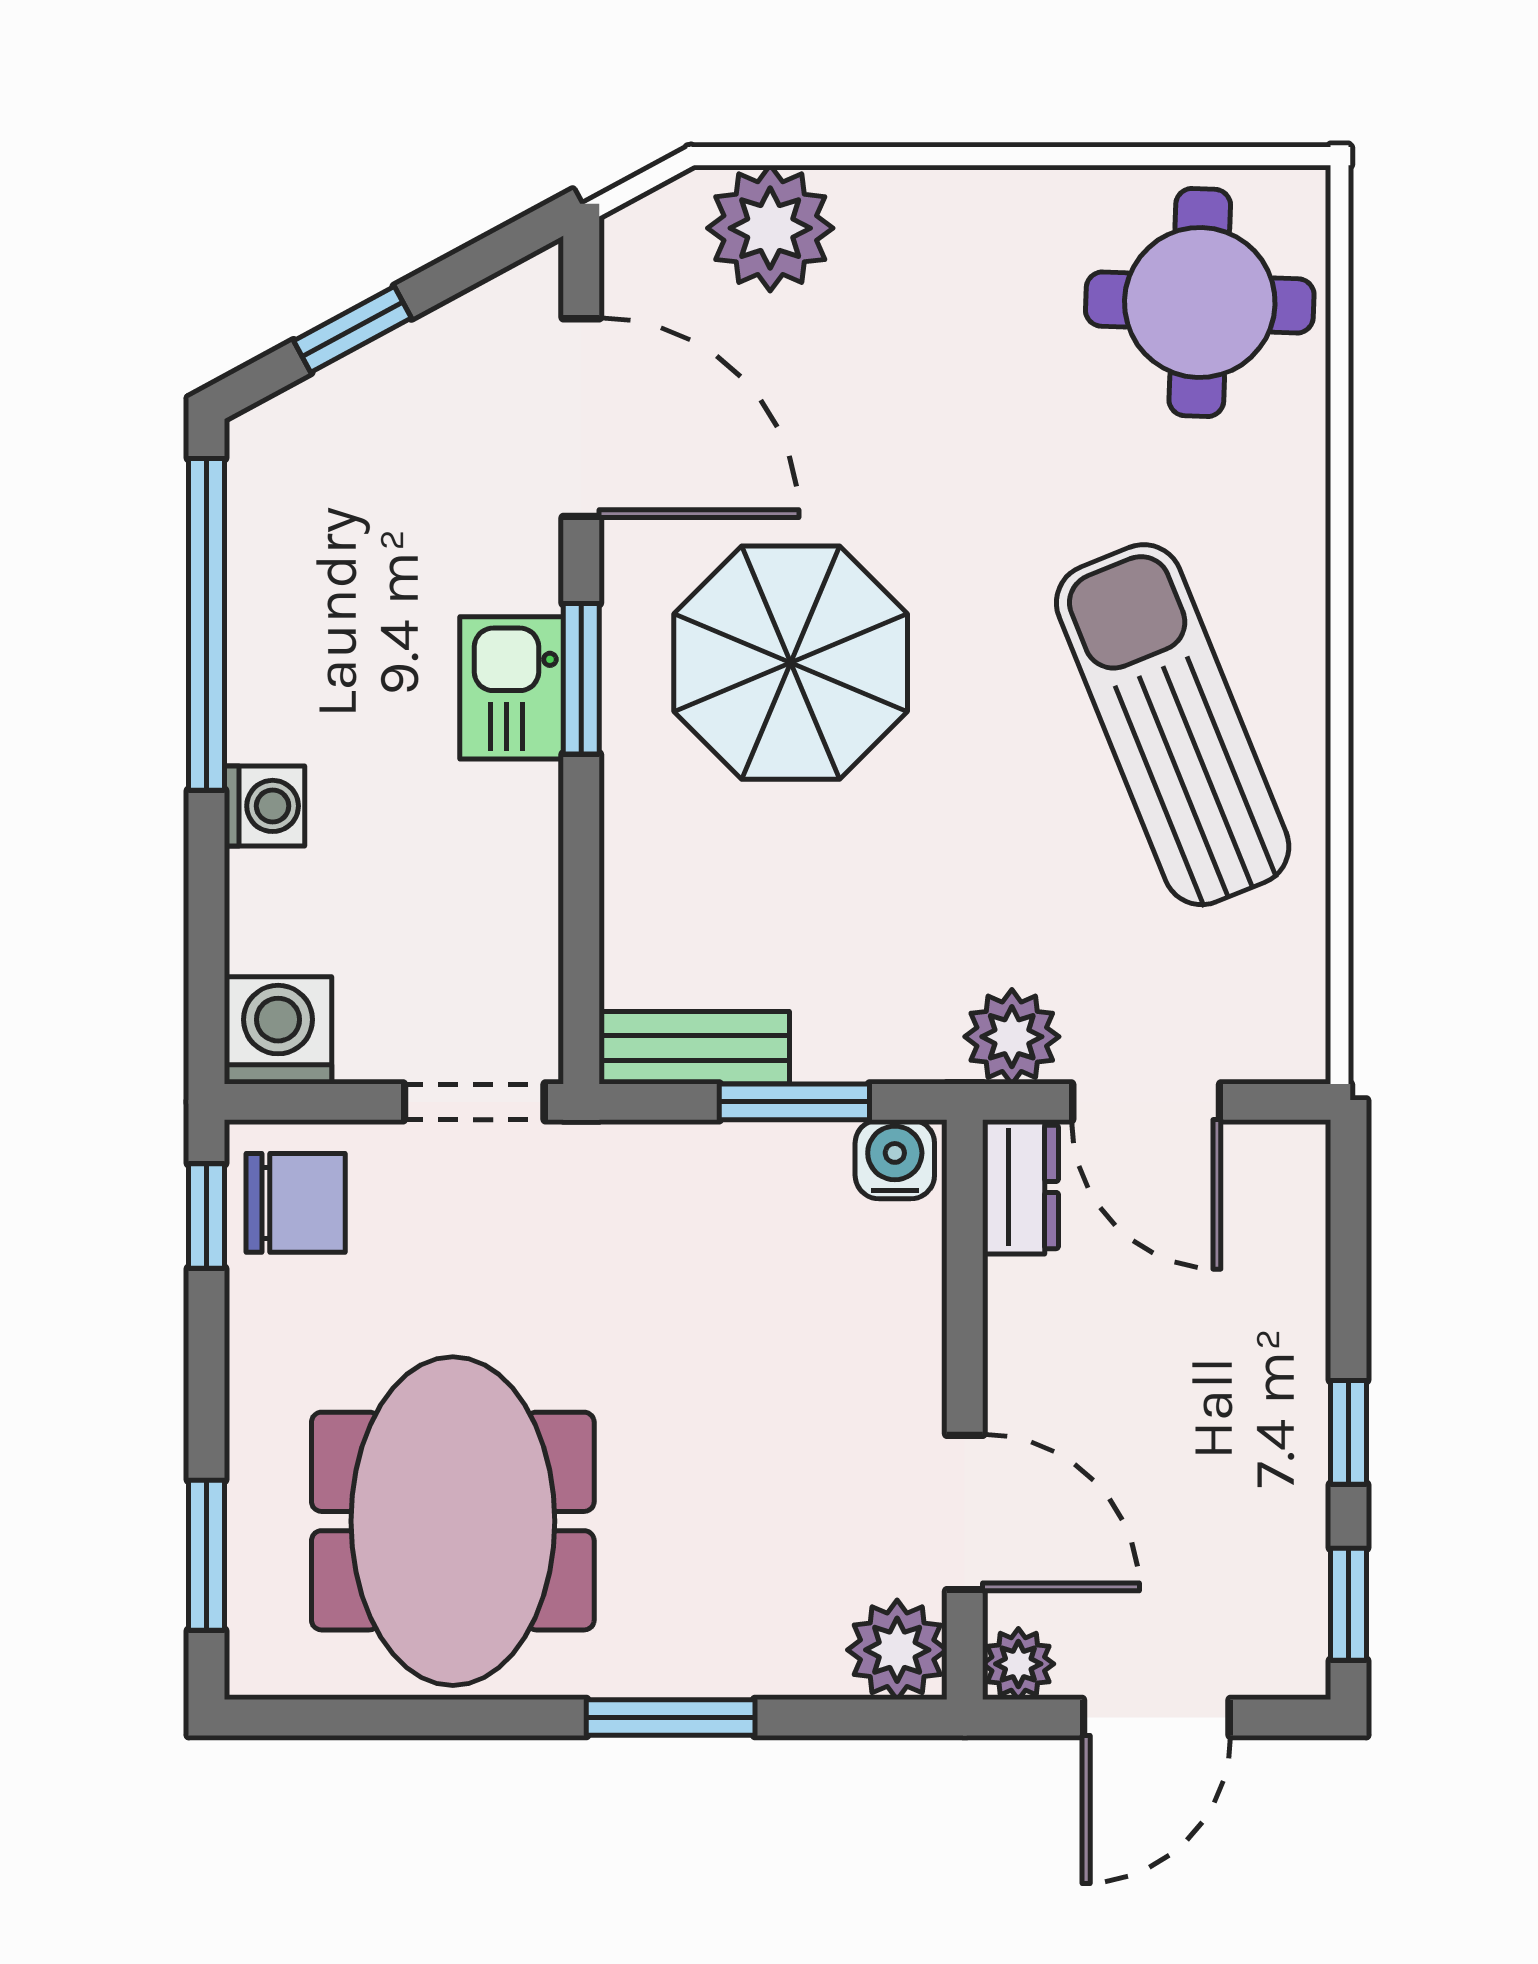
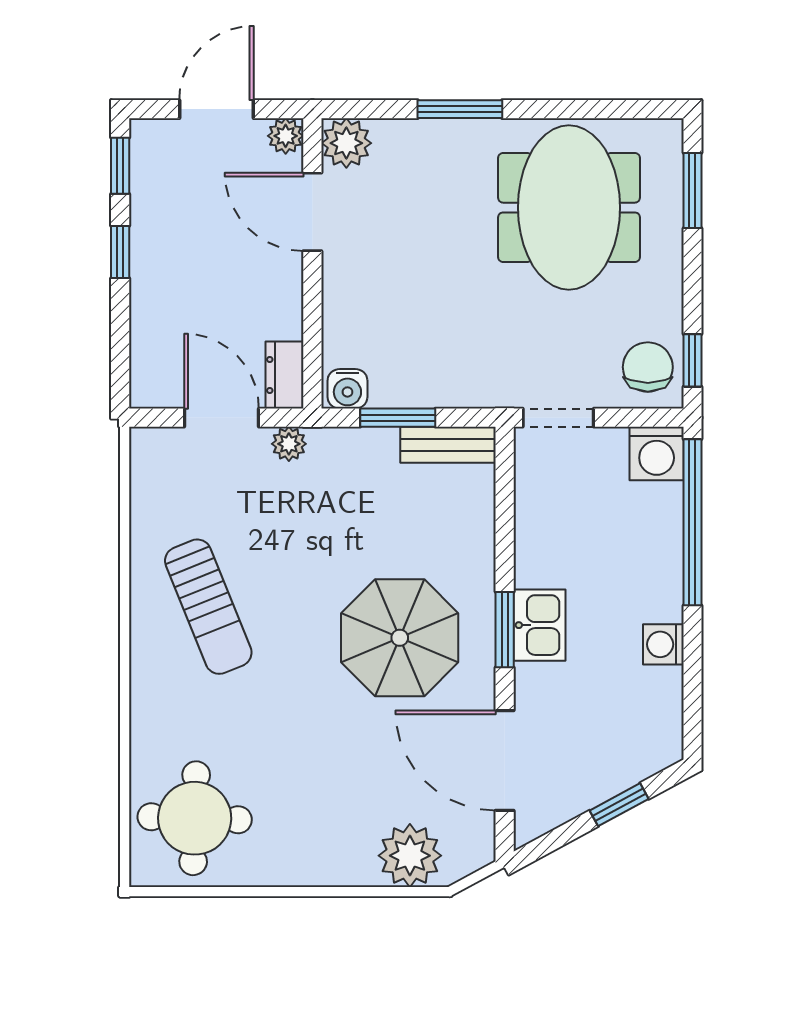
window: (206, 624) -> (692, 522), moved
sun lounger: (1173, 725) -> (208, 607), width x0.73, depth x0.75
washing machine: (265, 806) -> (663, 644), moved
plant: (1012, 1037) -> (289, 444), width x0.73, depth x0.73
chair: (296, 1203) -> (648, 367), turned 90

